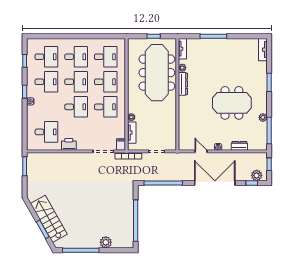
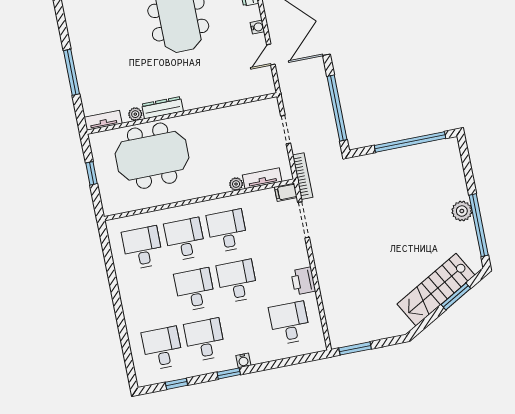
desk: (76, 57) -> (152, 298), removed
meeting table: (157, 73) -> (152, 156), width x0.73
plant: (106, 242) -> (462, 211), moved

